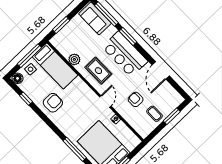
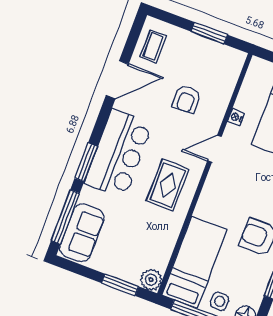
plant: (74, 59) -> (151, 280), moved
coffee table: (155, 114) -> (153, 46), moved
window: (172, 116) -> (209, 33), moved

